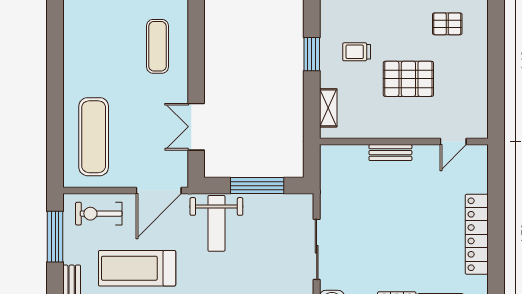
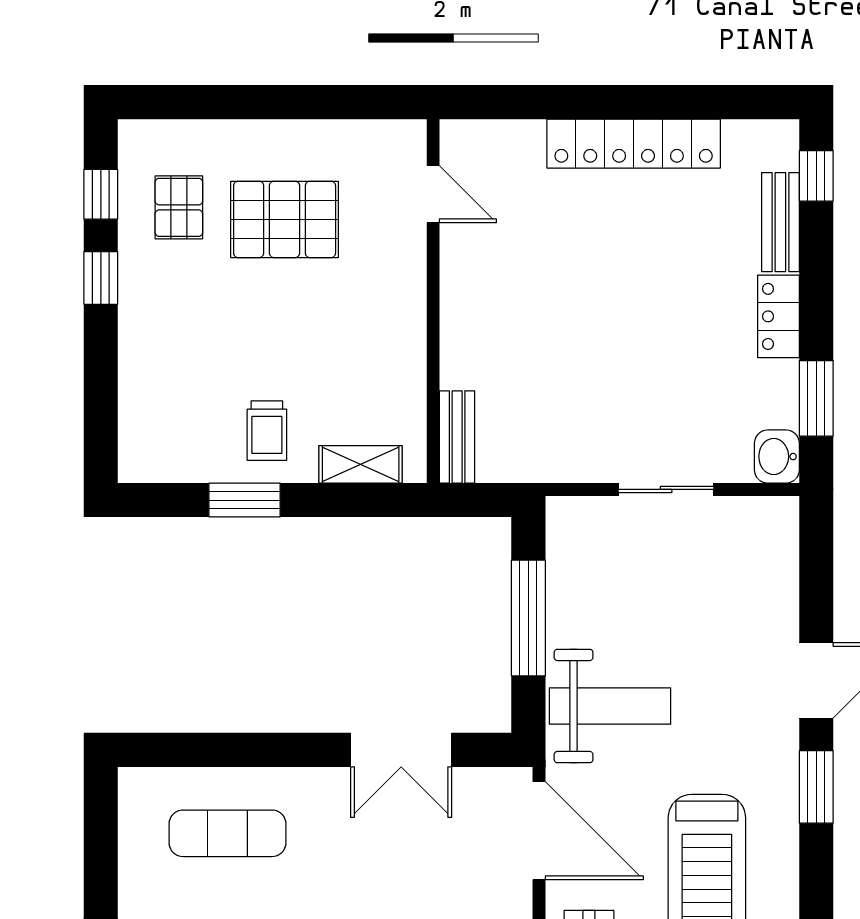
trolley: (357, 52) -> (267, 431), moved
pallet: (408, 79) -> (285, 219), moved, turned 90
bench: (390, 153) -> (457, 437), moved
sliding door: (317, 249) -> (666, 489), width x0.73

